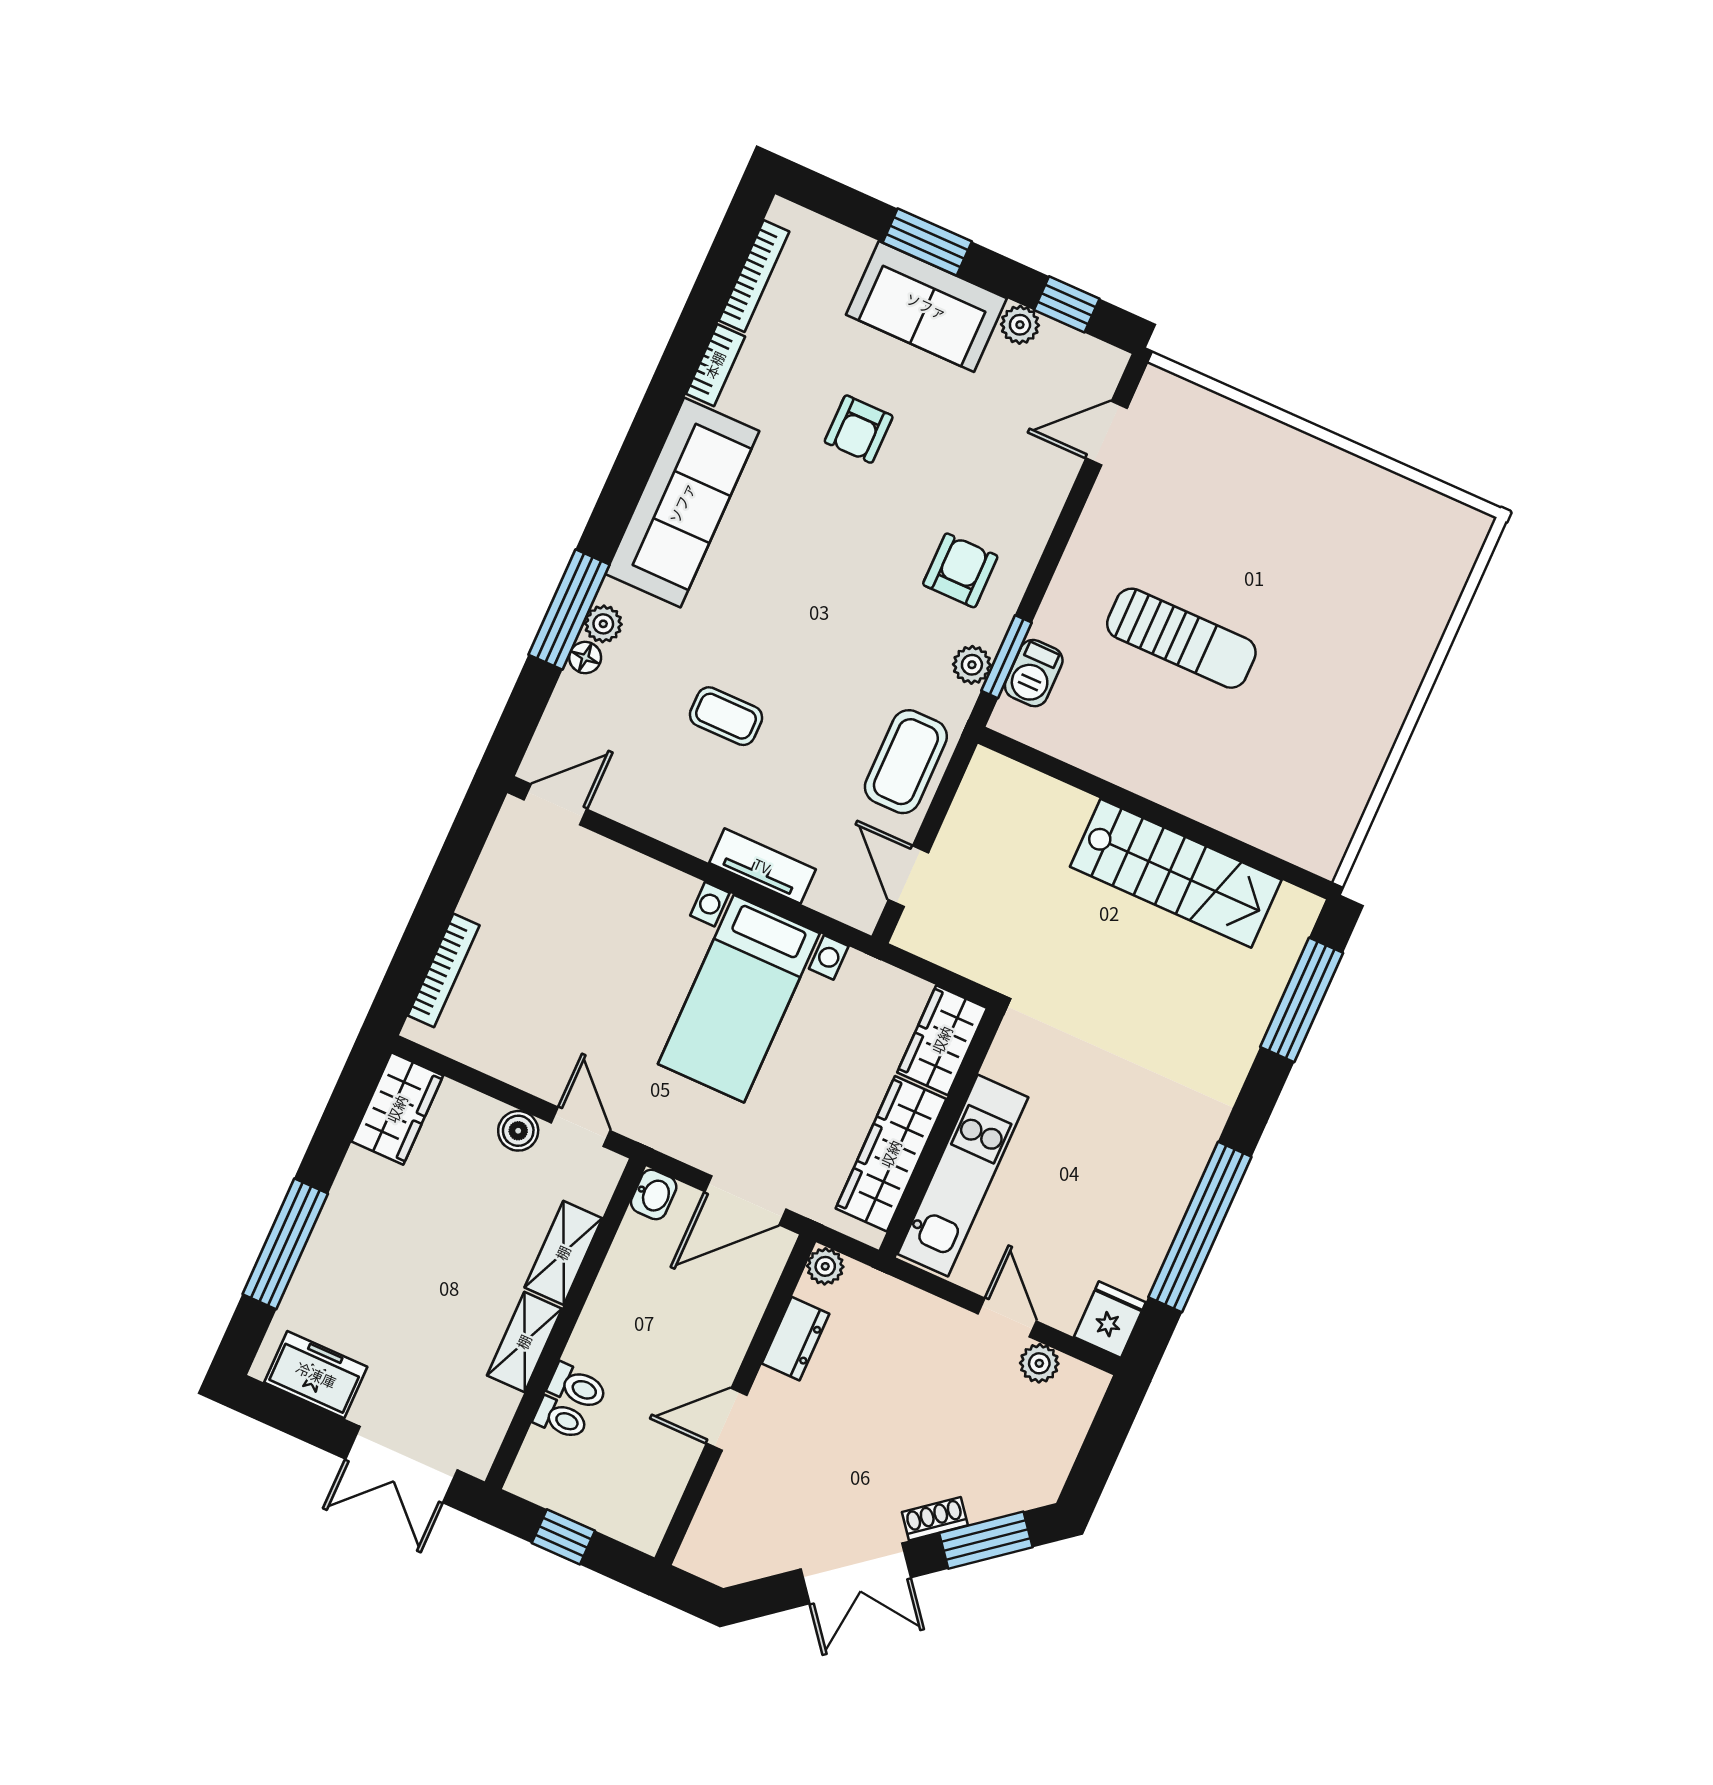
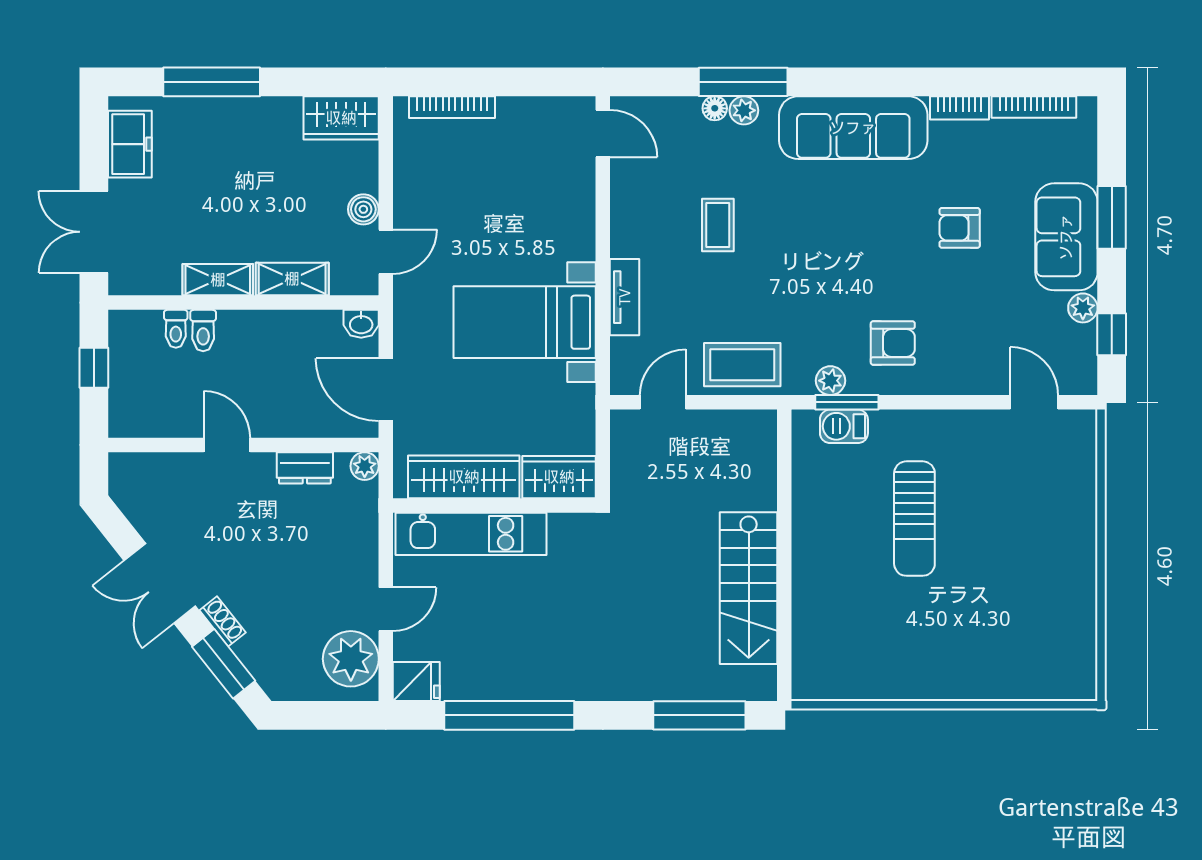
plant: (1039, 1363) -> (351, 659), width x1.87, depth x1.87

